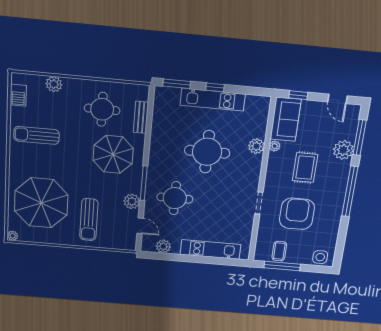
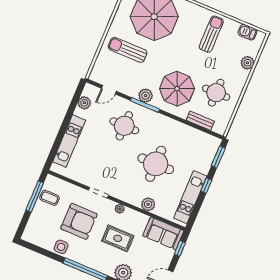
kitchen unit: (213, 100) -> (190, 197), moved
plant: (275, 146) -> (120, 209), moved
plant: (132, 201) -> (146, 96), moved
side table: (320, 257) -> (61, 247), moved

